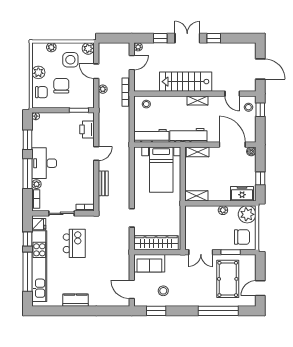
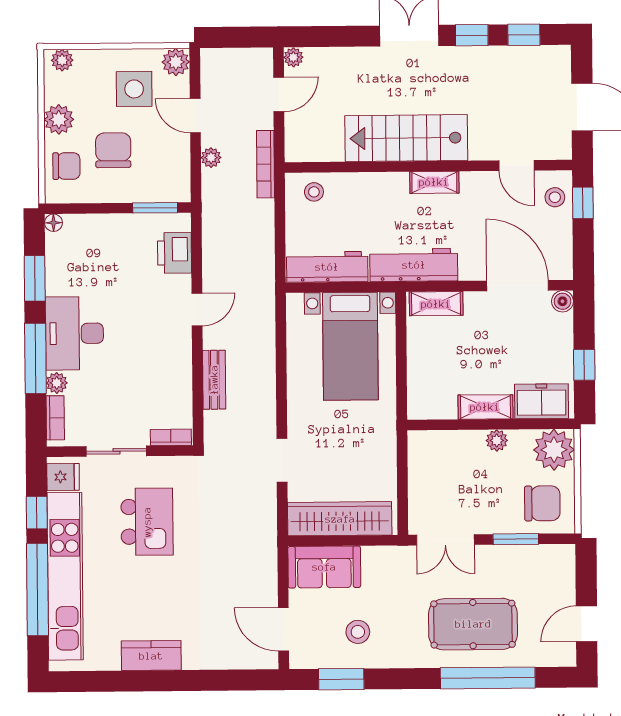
window: (160, 38) -> (524, 35), moved
plant: (51, 47) -> (62, 60), moved
shelving: (196, 196) -> (485, 407), moved
pool table: (228, 279) -> (473, 624), moved, turned 90

